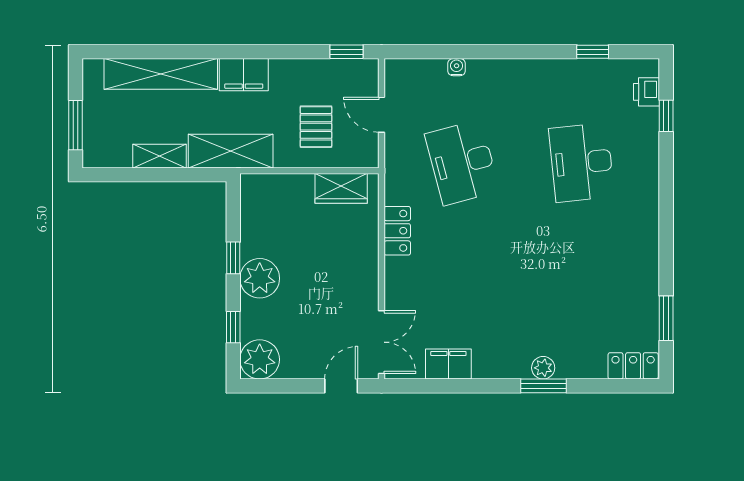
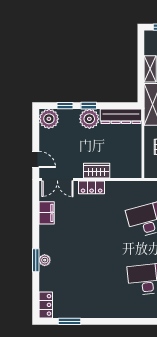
wardrobe: (341, 188) -> (97, 171), moved, turned 90
dresser: (255, 215) -> (121, 116), added
locker: (397, 231) -> (92, 187), moved
window: (233, 258) -> (89, 106), moved

